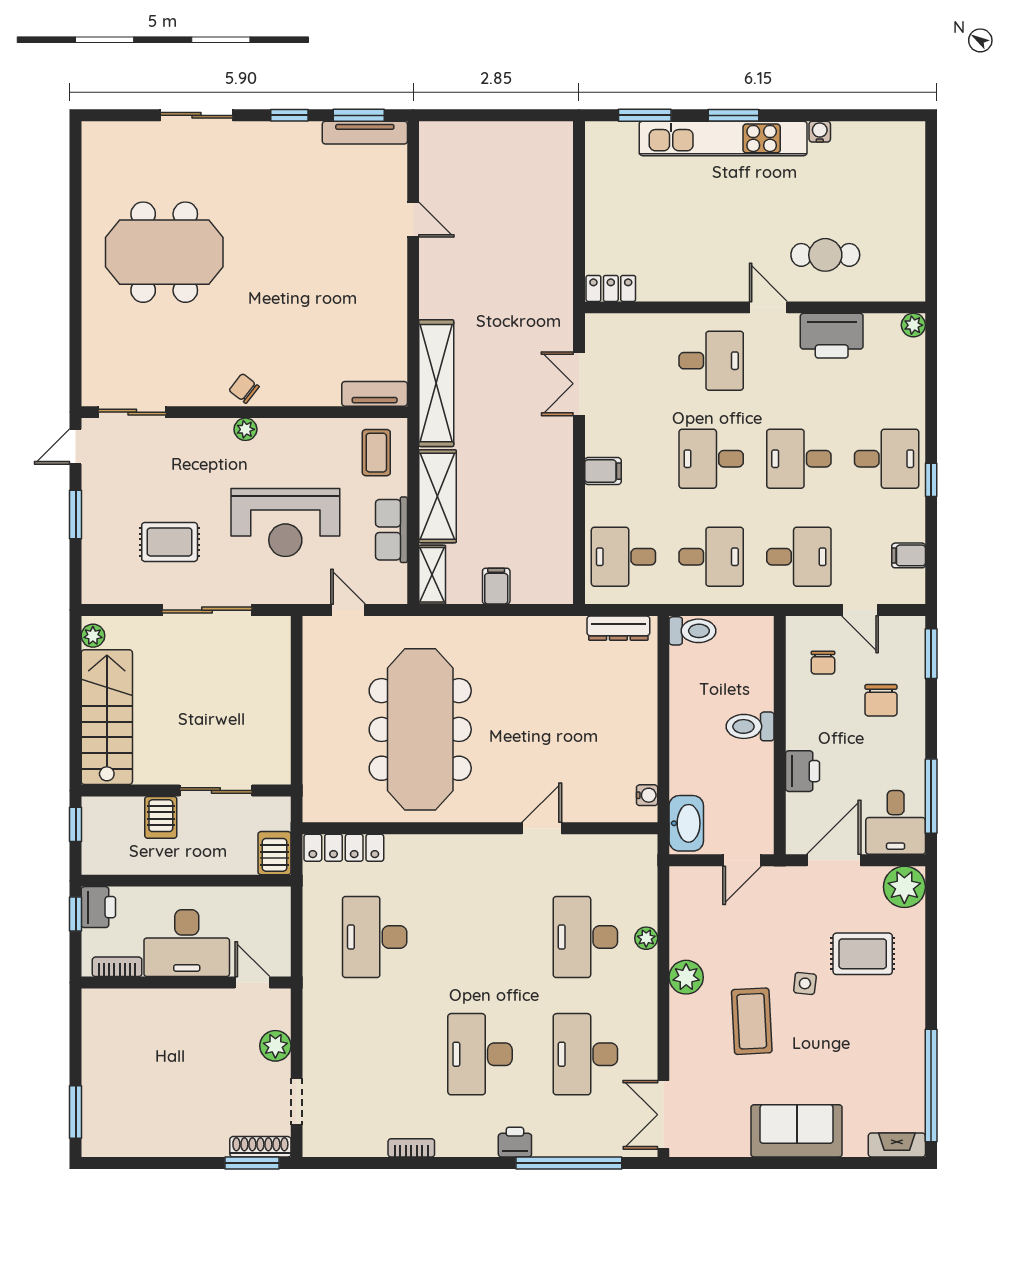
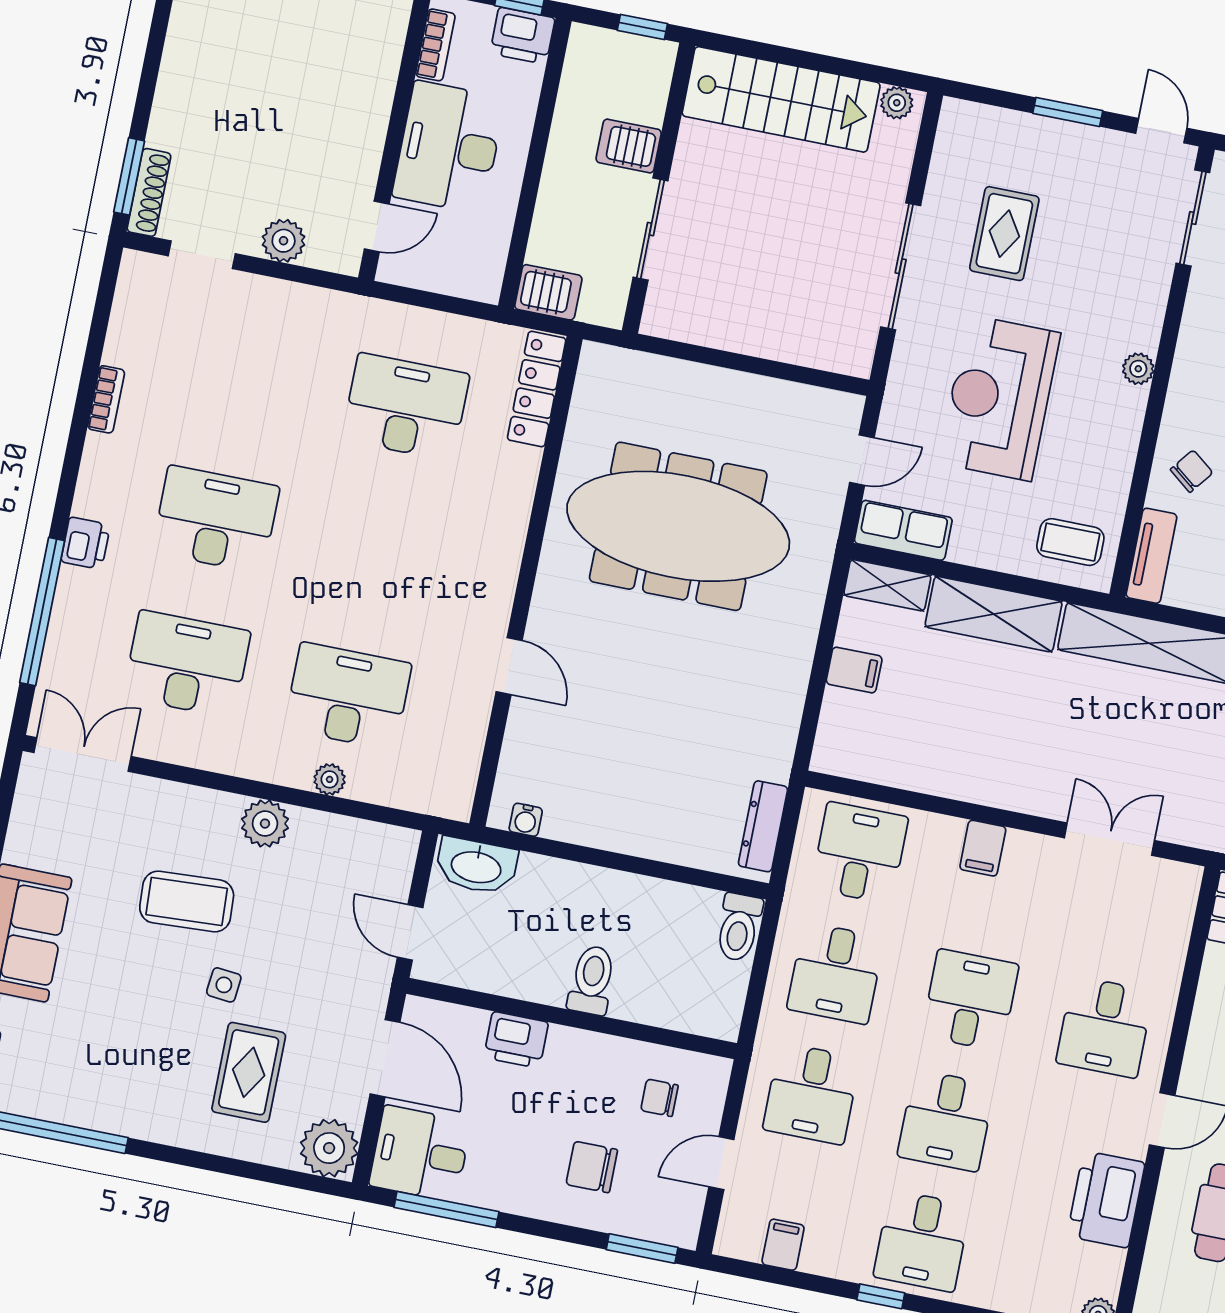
chair: (244, 388) -> (1192, 471), moved
desk: (799, 459) -> (946, 1121), turned 180
row of seats: (391, 530) -> (903, 530), moved

